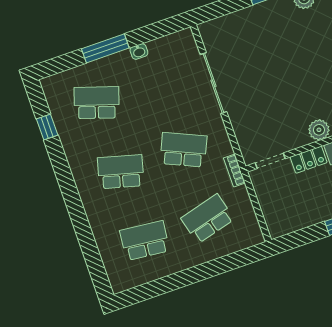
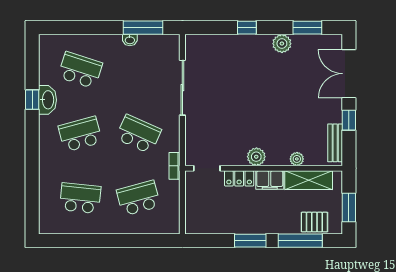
window: (105, 48) -> (143, 28), moved
window: (47, 127) -> (32, 100), moved
washbasin: (73, 147) -> (47, 100), added
school desk: (121, 172) -> (80, 134), turned -30

